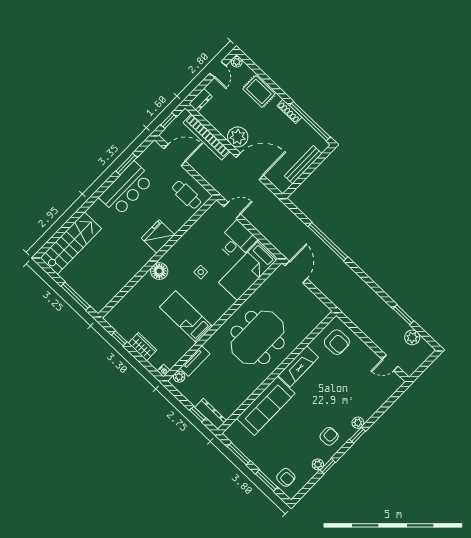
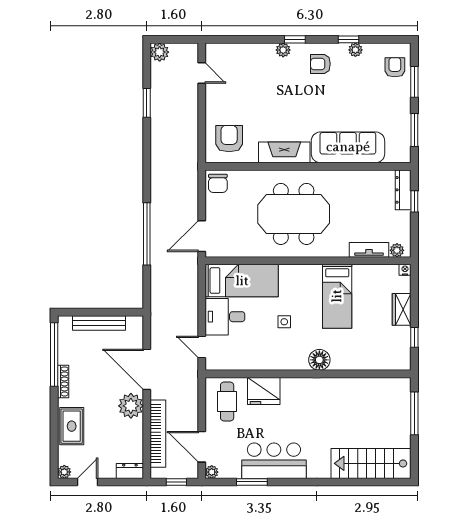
plant: (155, 147) -> (212, 472), added
fridge: (158, 236) -> (264, 391), moved
chair: (317, 311) -> (218, 183), added
plant: (412, 337) -> (160, 52), moved

